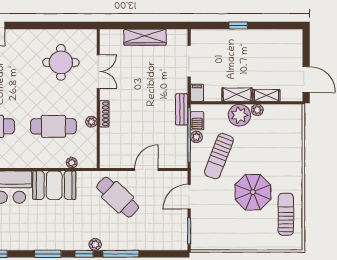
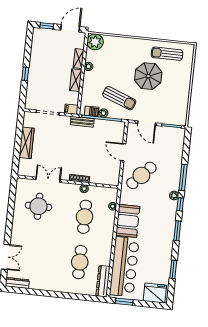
window: (306, 48) -> (47, 26), added
plant: (239, 115) -> (95, 42), moved

